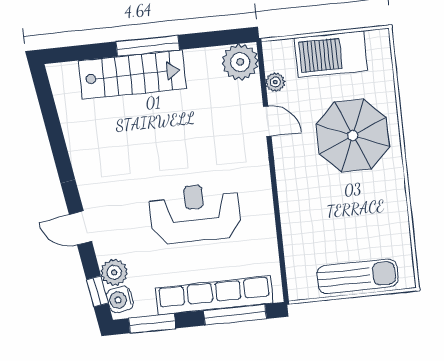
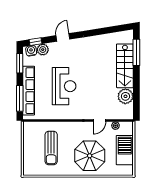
window: (148, 46) -> (136, 52), moved
plant: (240, 62) -> (125, 96), moved
sun lounger: (357, 276) -> (51, 148), moved

